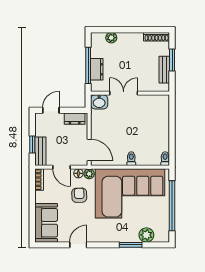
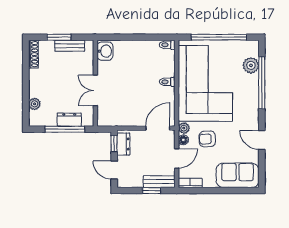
washbasin: (99, 102) -> (105, 51), moved
window: (75, 110) -> (114, 144), added
window: (131, 245) -> (262, 83), width x2.11

